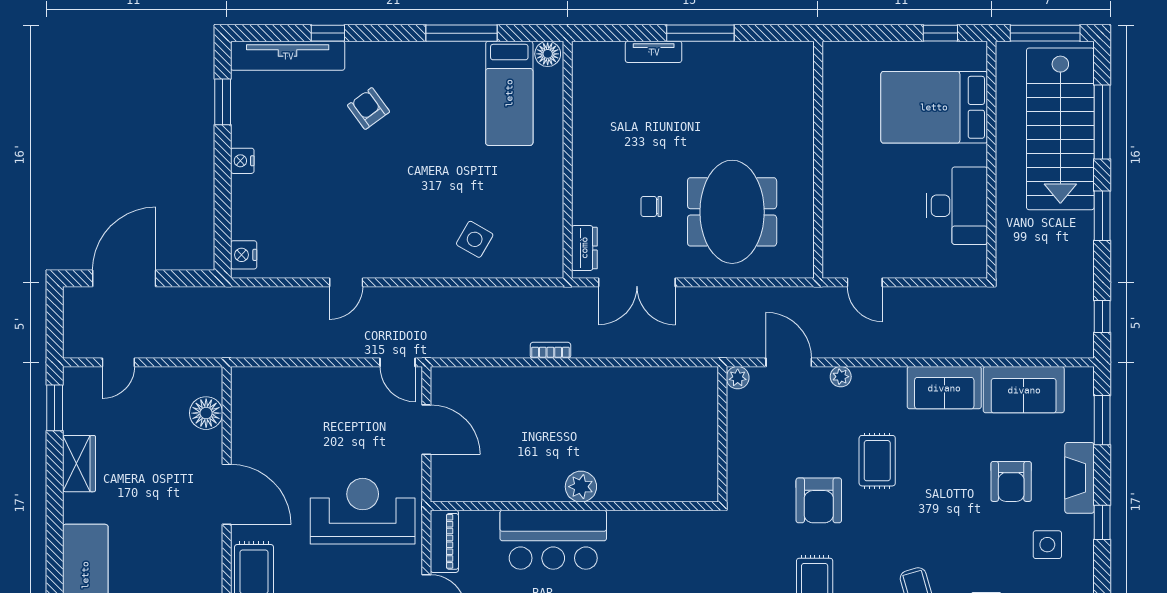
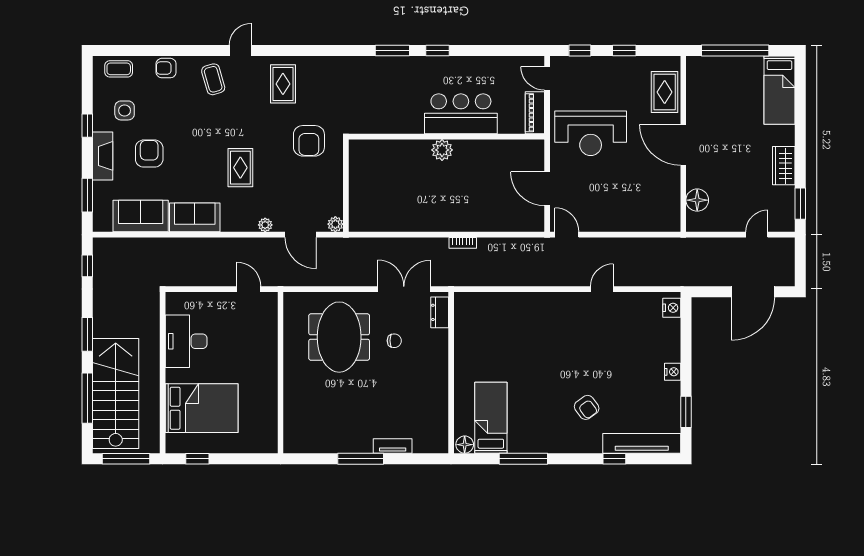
side table: (475, 239) -> (514, 318), removed
armchair: (819, 500) -> (309, 141), moved, turned 180

